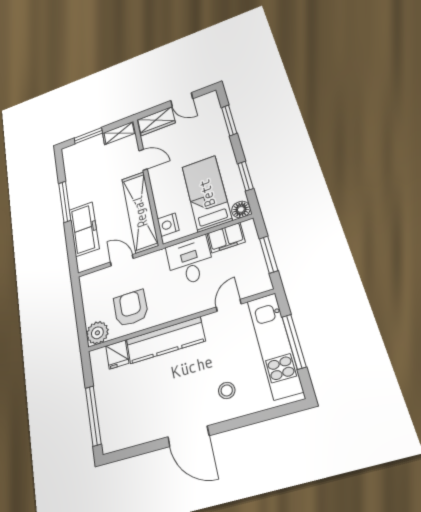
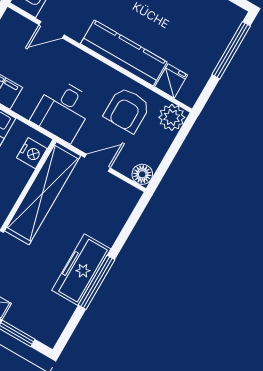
freezer: (84, 229) -> (81, 270), moved
door: (122, 260) -> (97, 163), swing flipped
desk: (190, 261) -> (63, 110), moved
floor lamp: (88, 282) -> (142, 174), added

